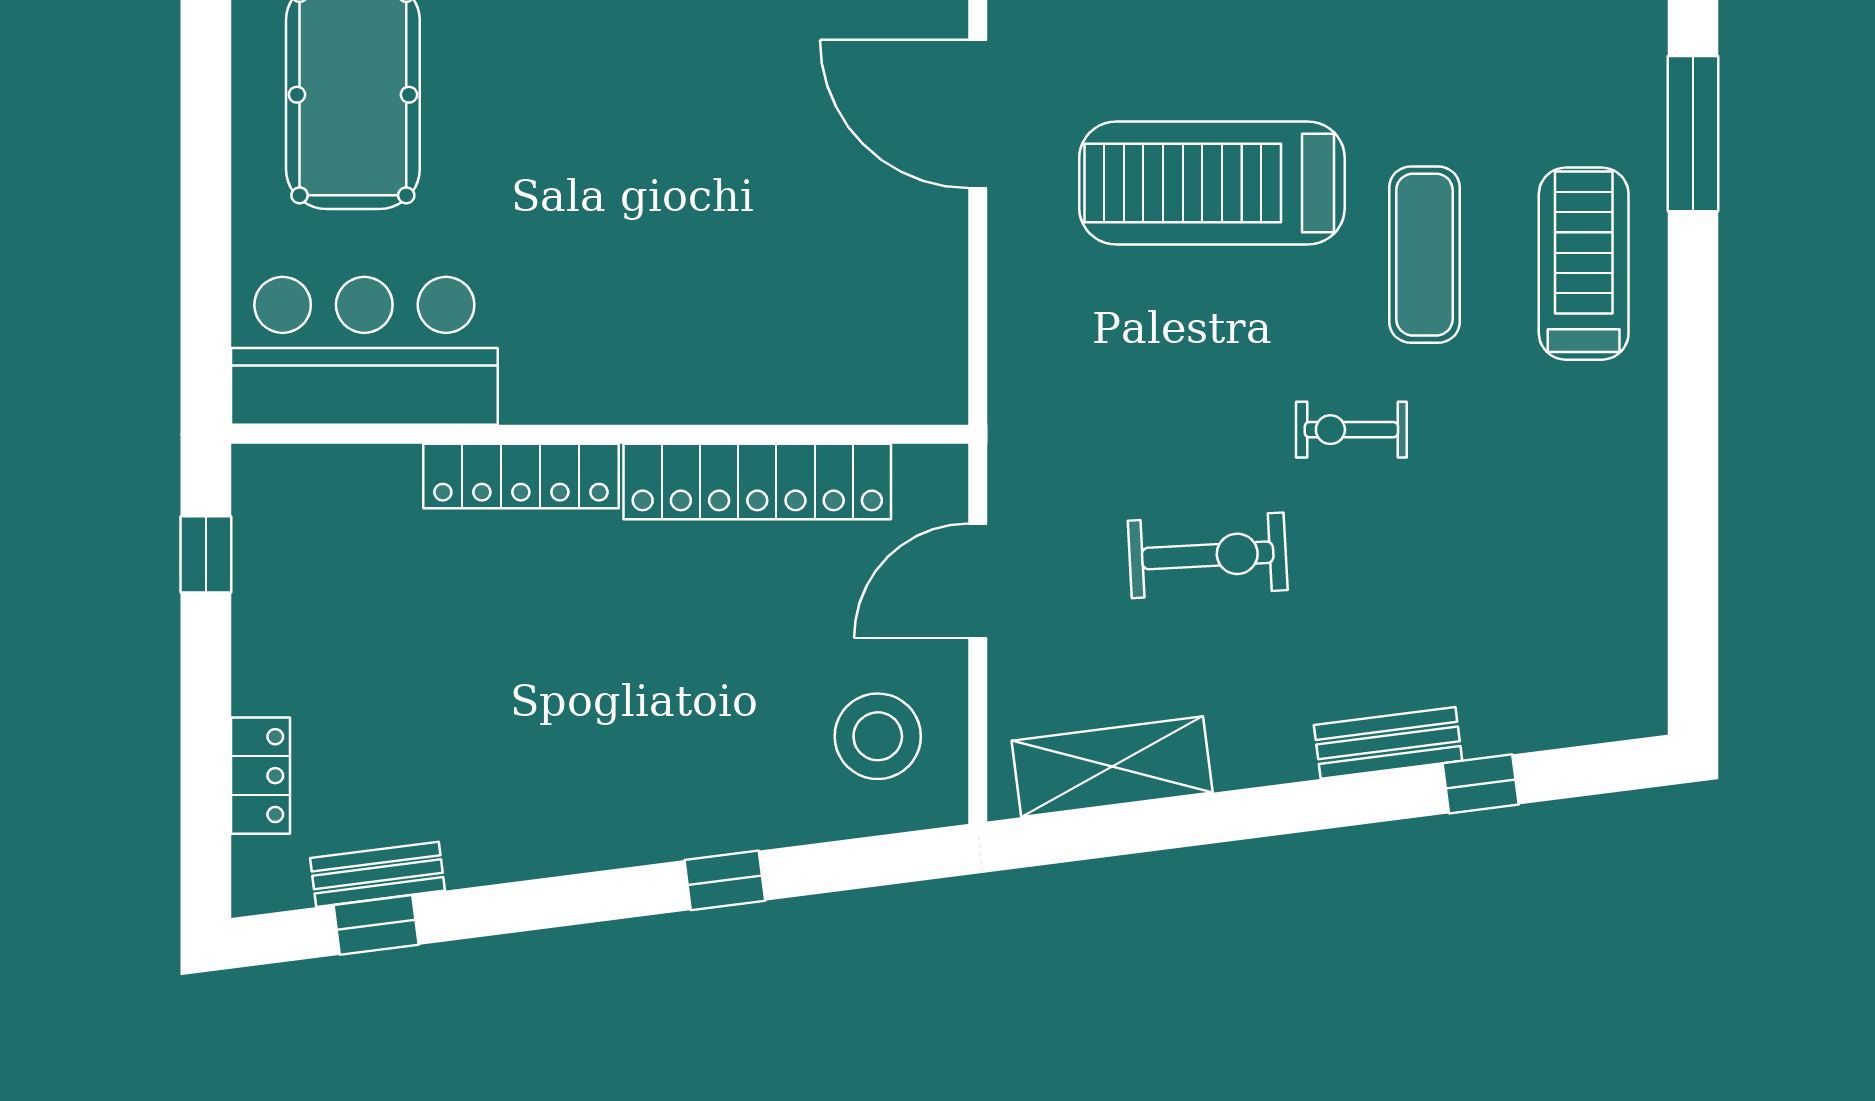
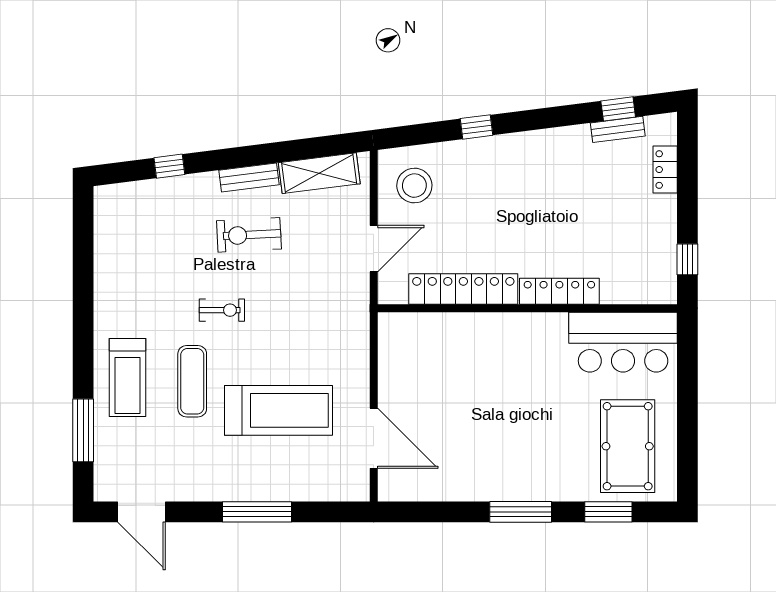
exercise bike: (1208, 555) -> (249, 235), moved
bench: (1388, 743) -> (249, 177), moved

